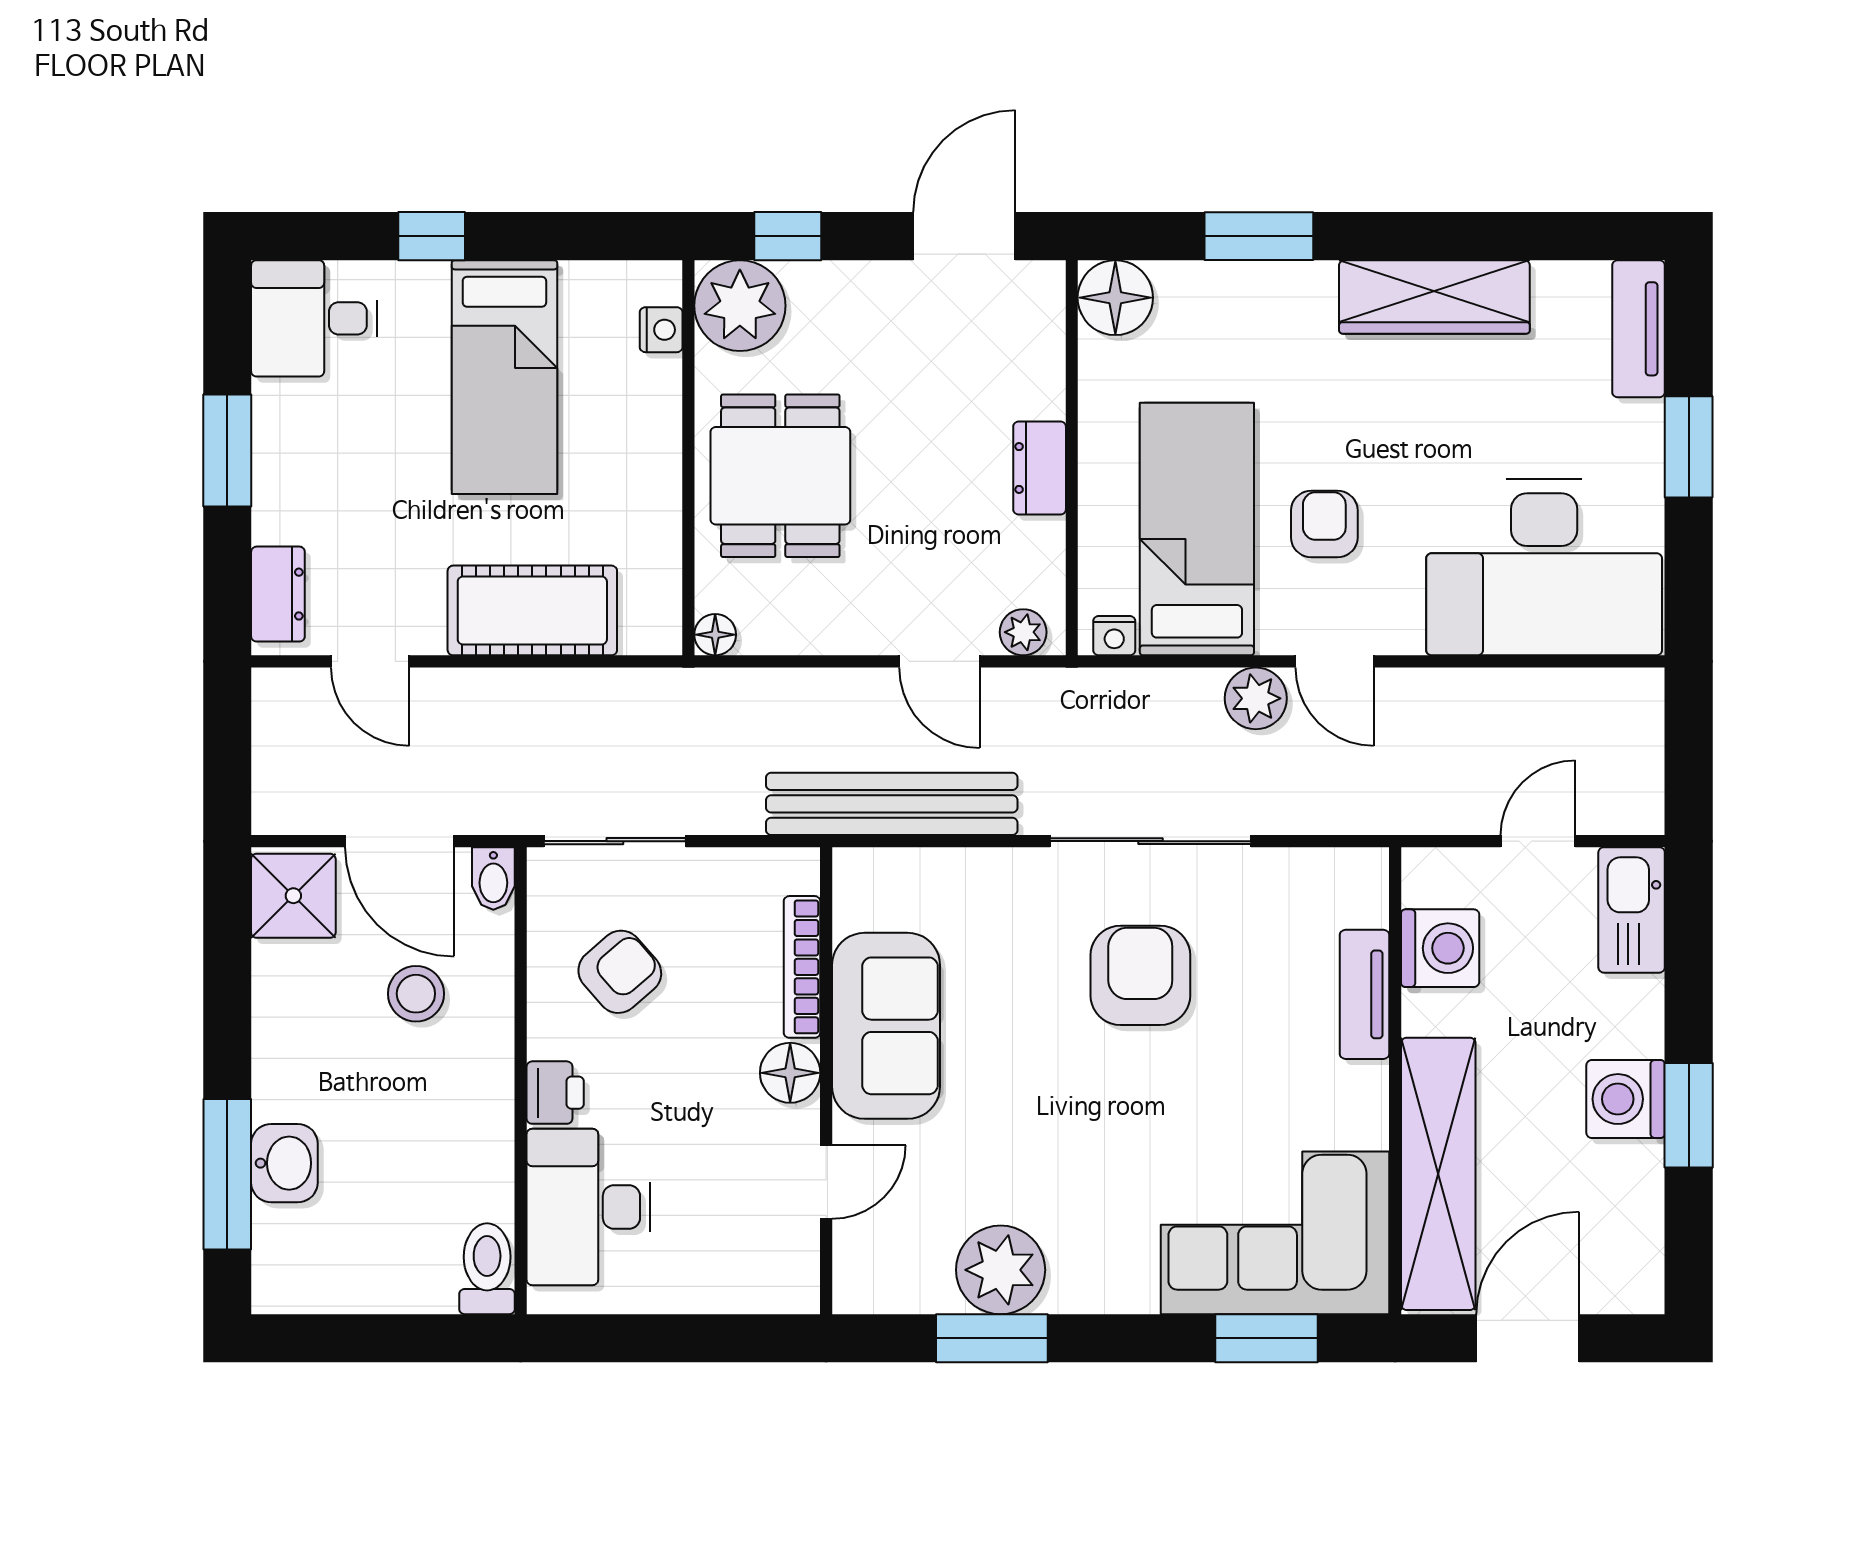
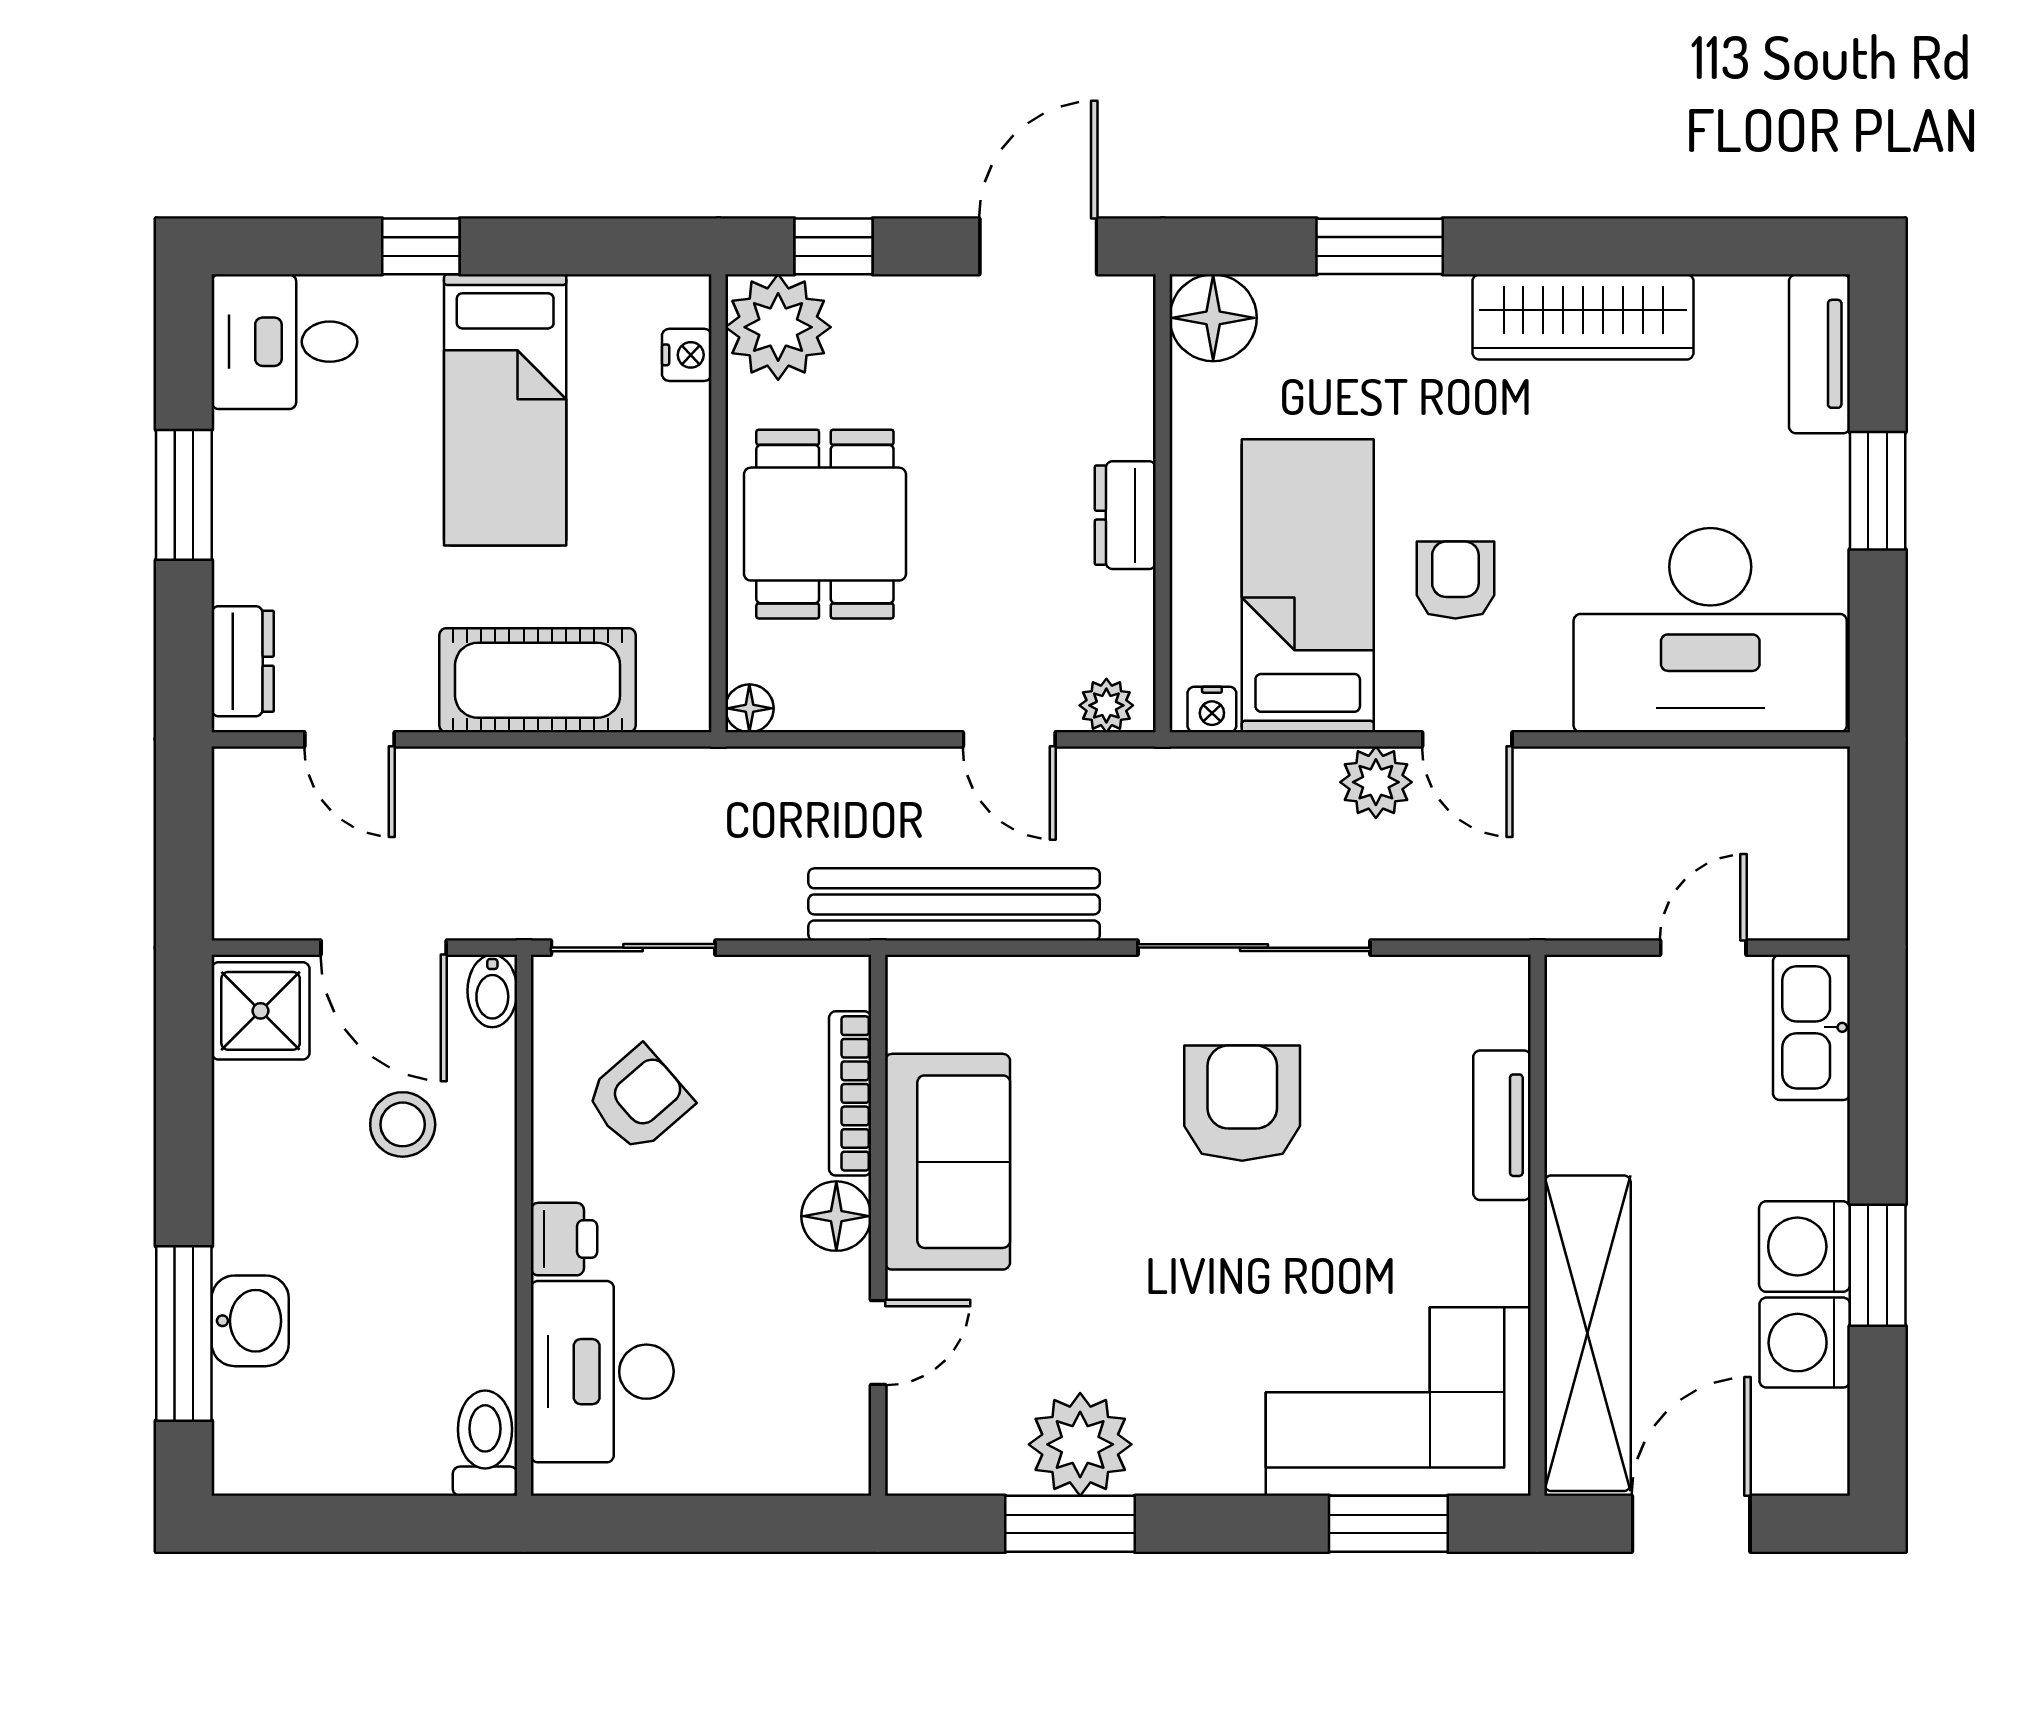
washing machine: (1440, 948) -> (1805, 1343), moved, turned 180

